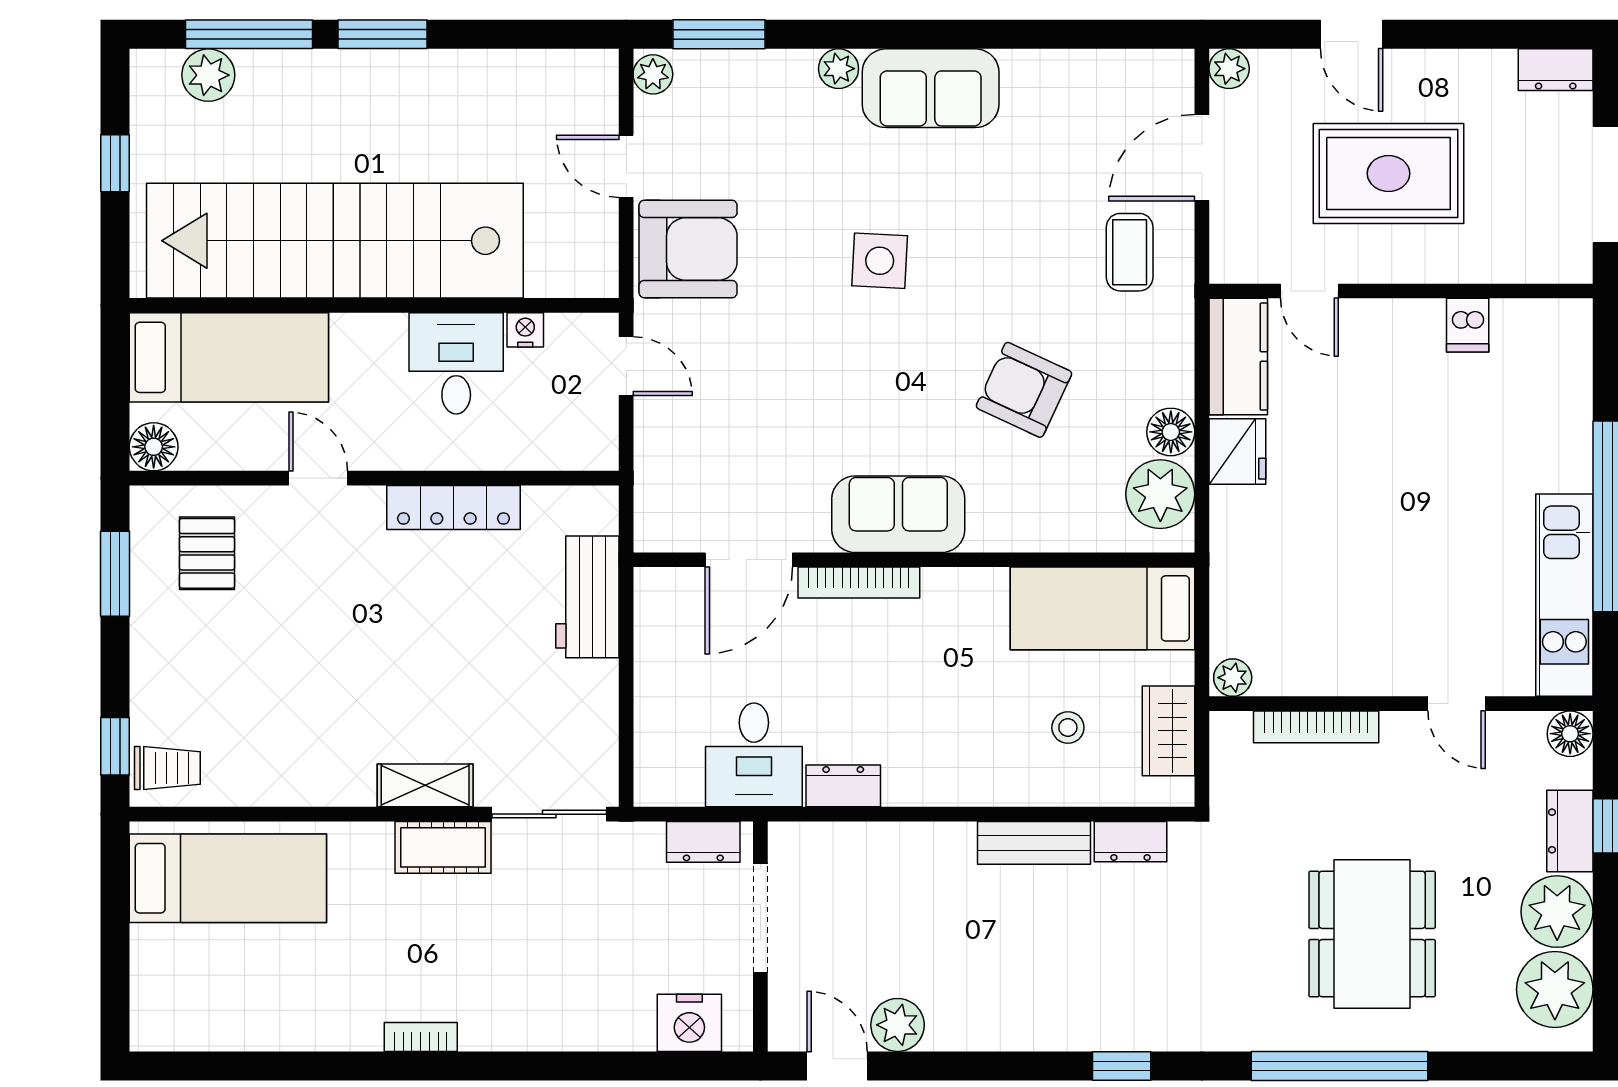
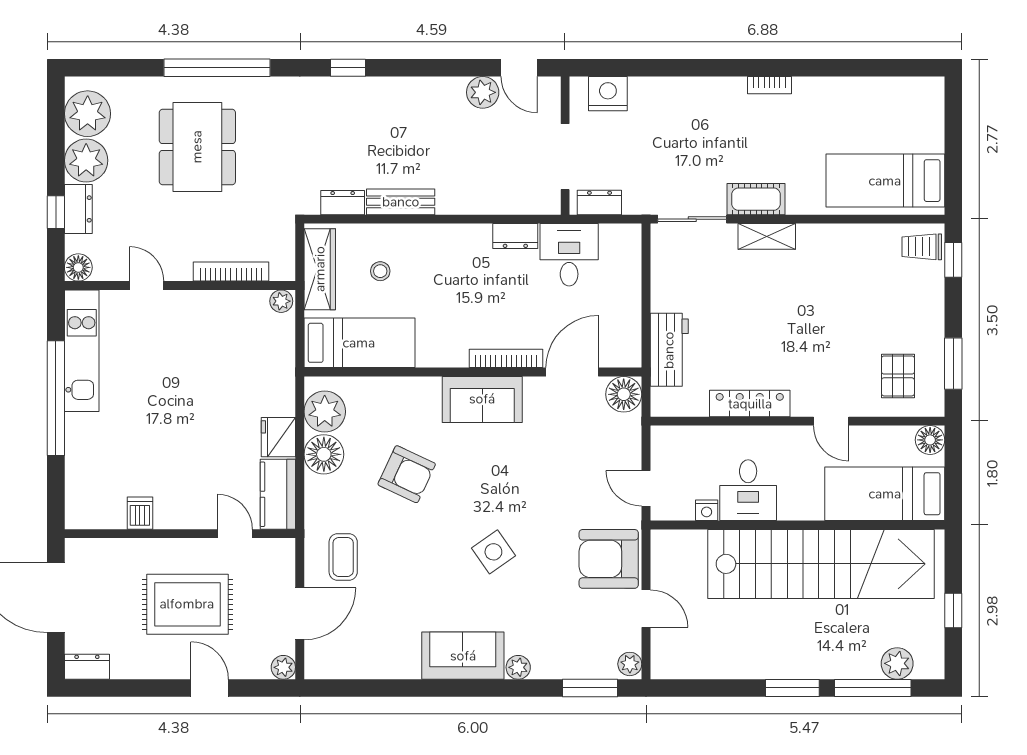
side table: (880, 261) -> (493, 552), turned -38
floor lamp: (1171, 432) -> (324, 454), width x1.38, depth x1.38
floor lamp: (663, 523) -> (624, 394), added
wardrobe: (1169, 731) -> (320, 269), width x1.50

